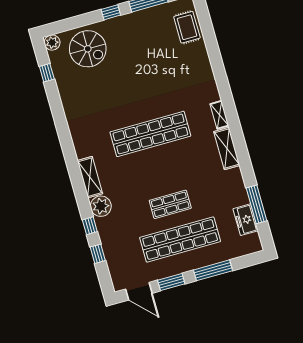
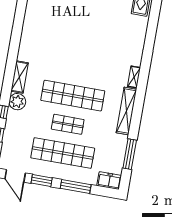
shop shelf: (150, 134) -> (73, 96), moved
shelving: (227, 148) -> (126, 111), width x1.47
freezer: (246, 220) -> (109, 181), moved, turned 90

